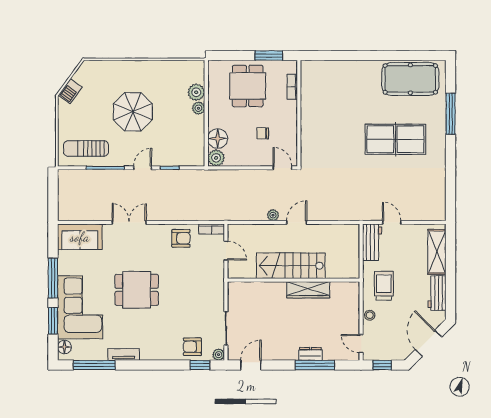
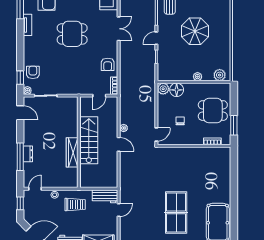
plant: (196, 92) -> (220, 75), moved
door: (143, 168) -> (156, 38), swing flipped
dining table: (137, 290) -> (72, 34), turned 90

